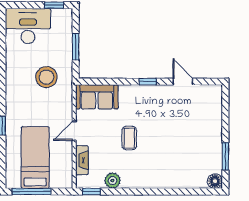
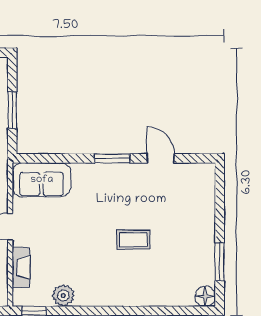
window: (148, 82) -> (112, 158), width x1.50
coffee table: (129, 138) -> (133, 240), moved, turned 90

